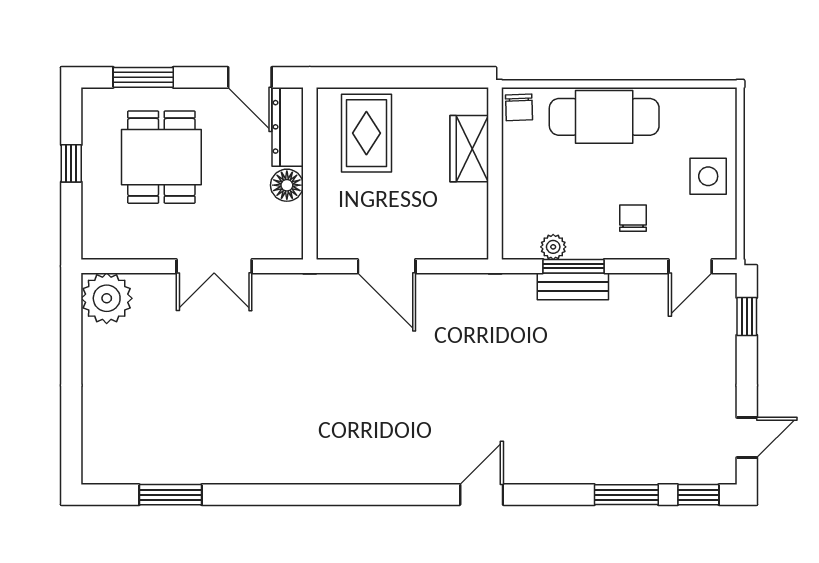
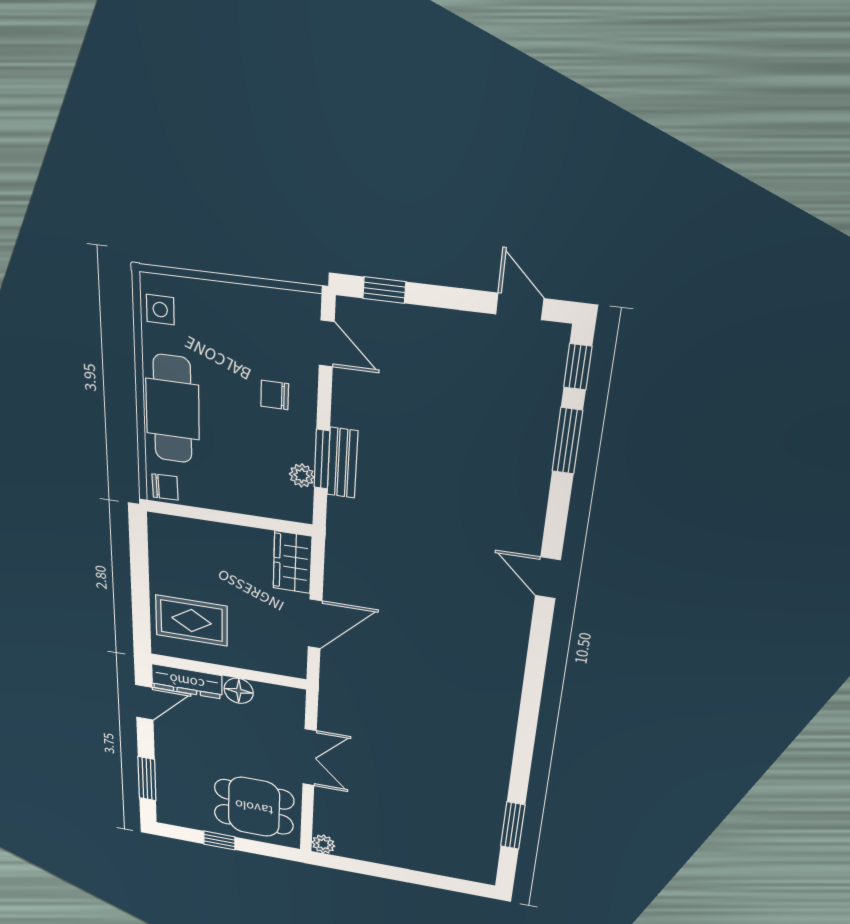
wardrobe: (469, 149) -> (292, 562), moved, turned 90
dining table: (161, 157) -> (254, 807), moved
side table: (708, 176) -> (160, 310), moved, width x0.73, depth x0.73
plant: (107, 298) -> (323, 844), width x0.53, depth x0.53

